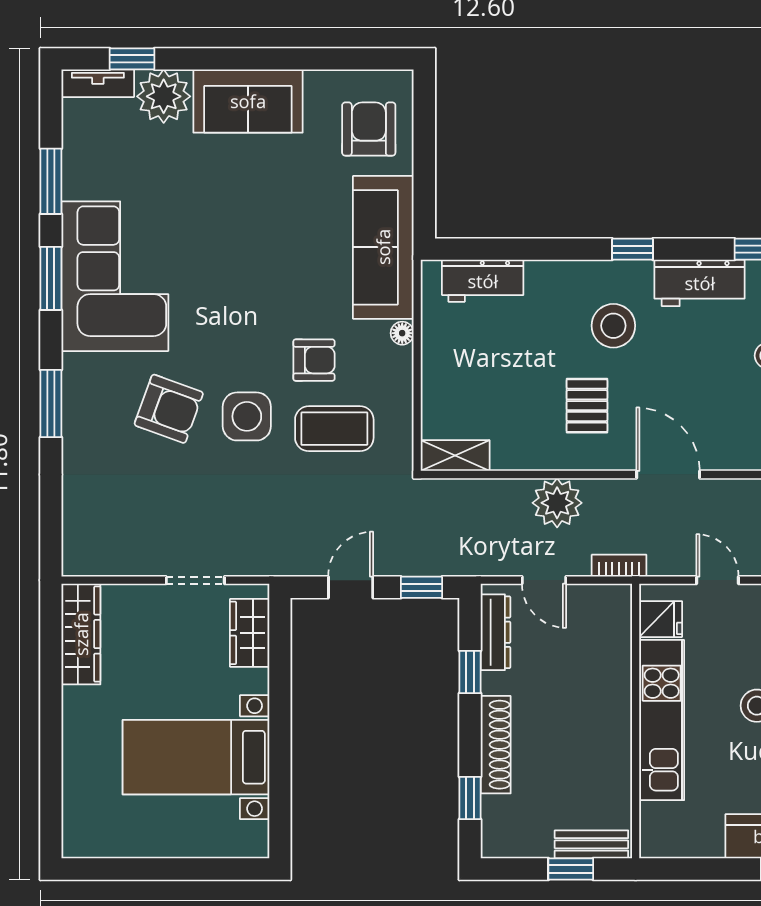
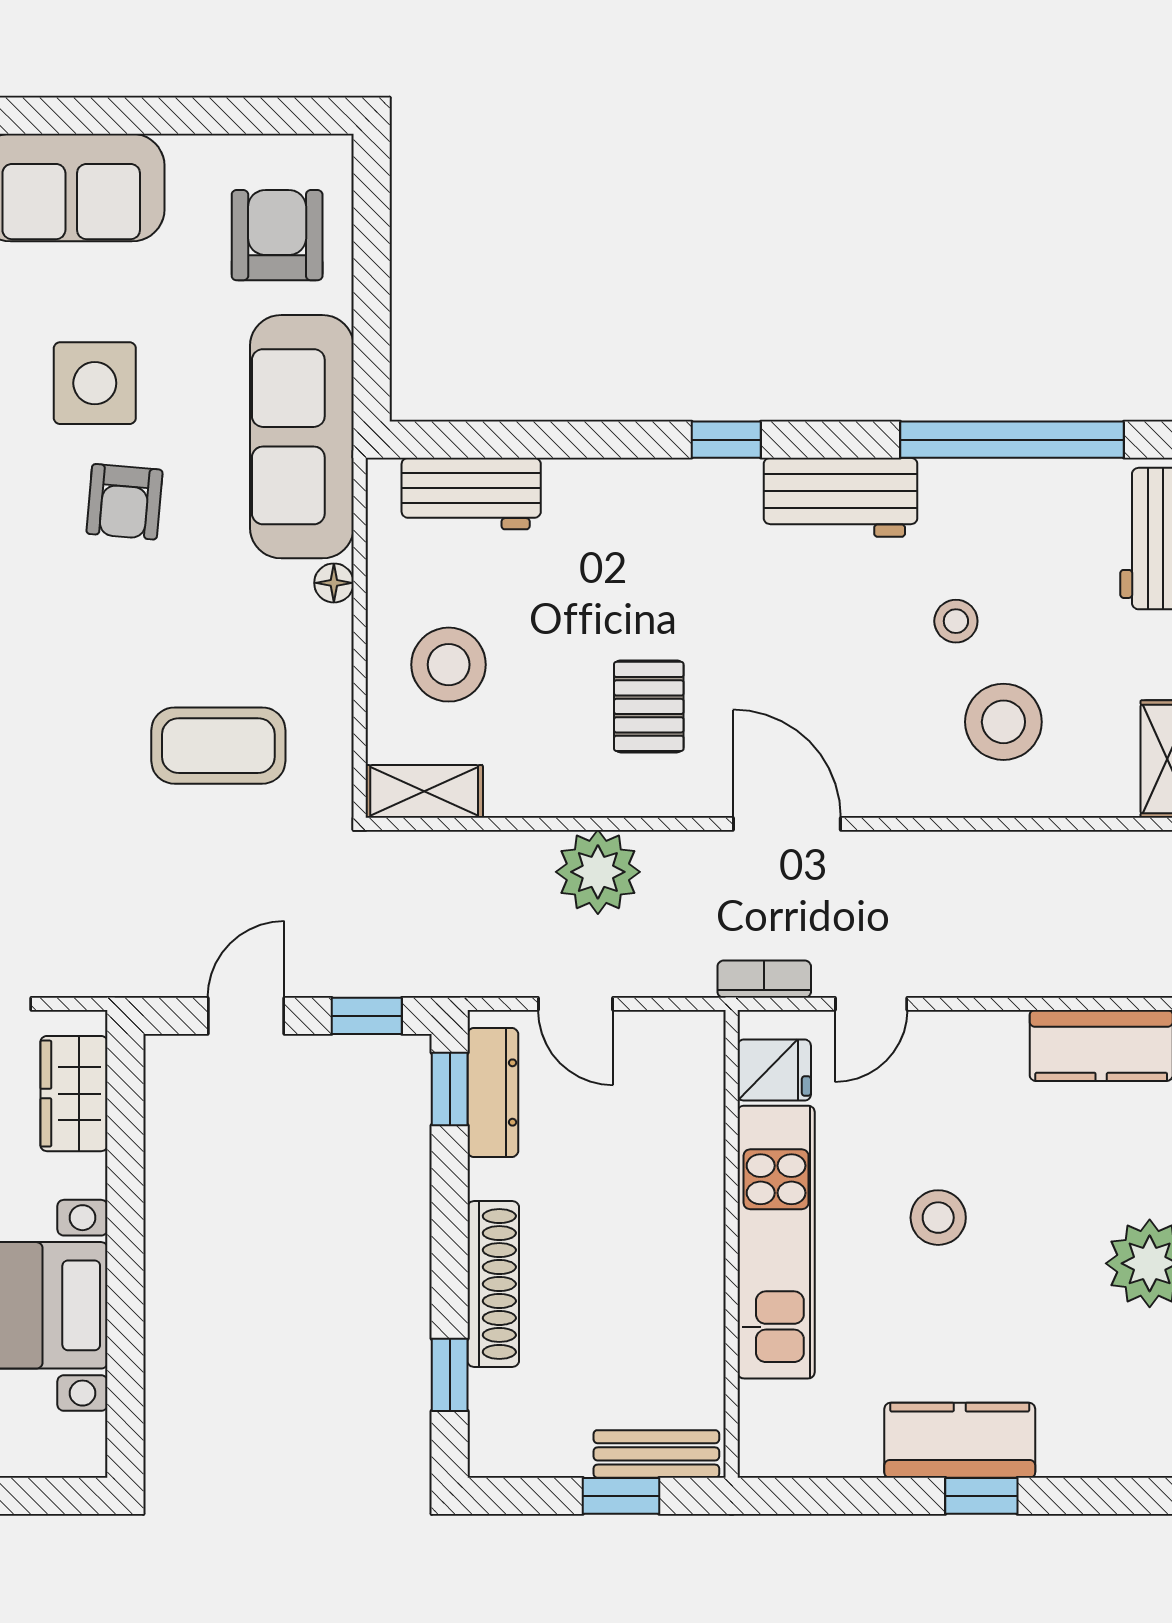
stool: (613, 326) -> (449, 665), moved
armchair: (314, 360) -> (124, 502), moved, turned 95
side table: (247, 416) -> (95, 383), moved
bookcase: (619, 566) -> (764, 979), moved
door: (717, 580) -> (871, 1004), swing flipped
window: (470, 672) -> (450, 1089), moved

